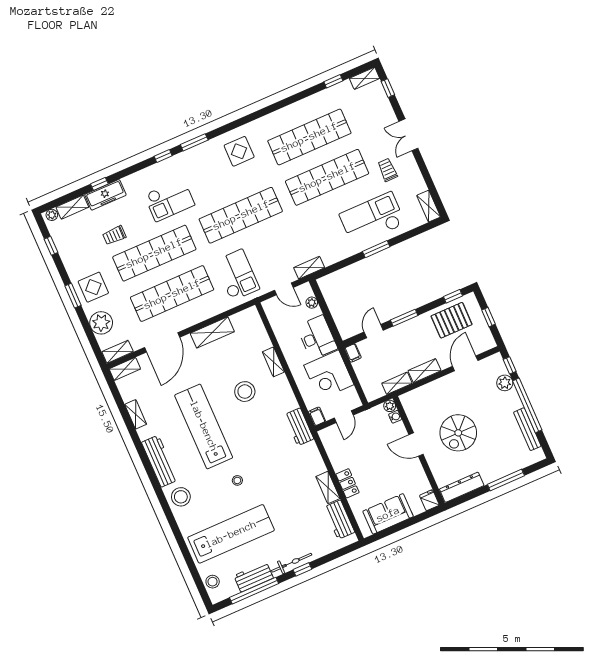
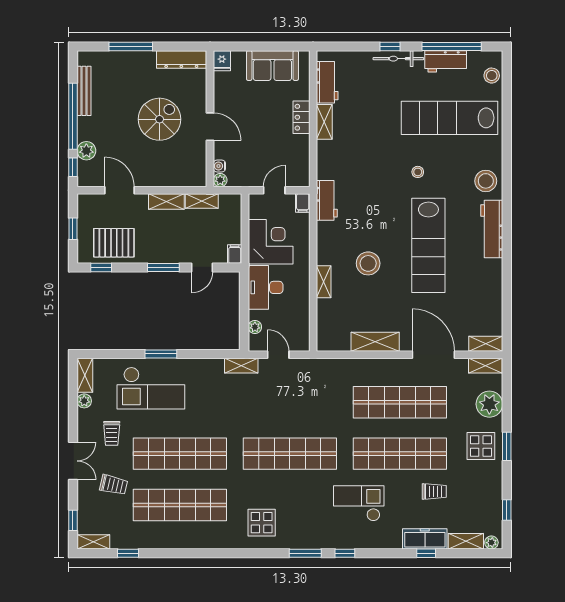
trolley: (368, 130) -> (114, 485), added
plant: (420, 186) -> (84, 401), added
checkout: (237, 275) -> (322, 392), removed
door: (162, 342) -> (433, 355), hinge flipped
door: (465, 363) -> (119, 190), swing flipped
shelving: (136, 414) -> (495, 290), removed

